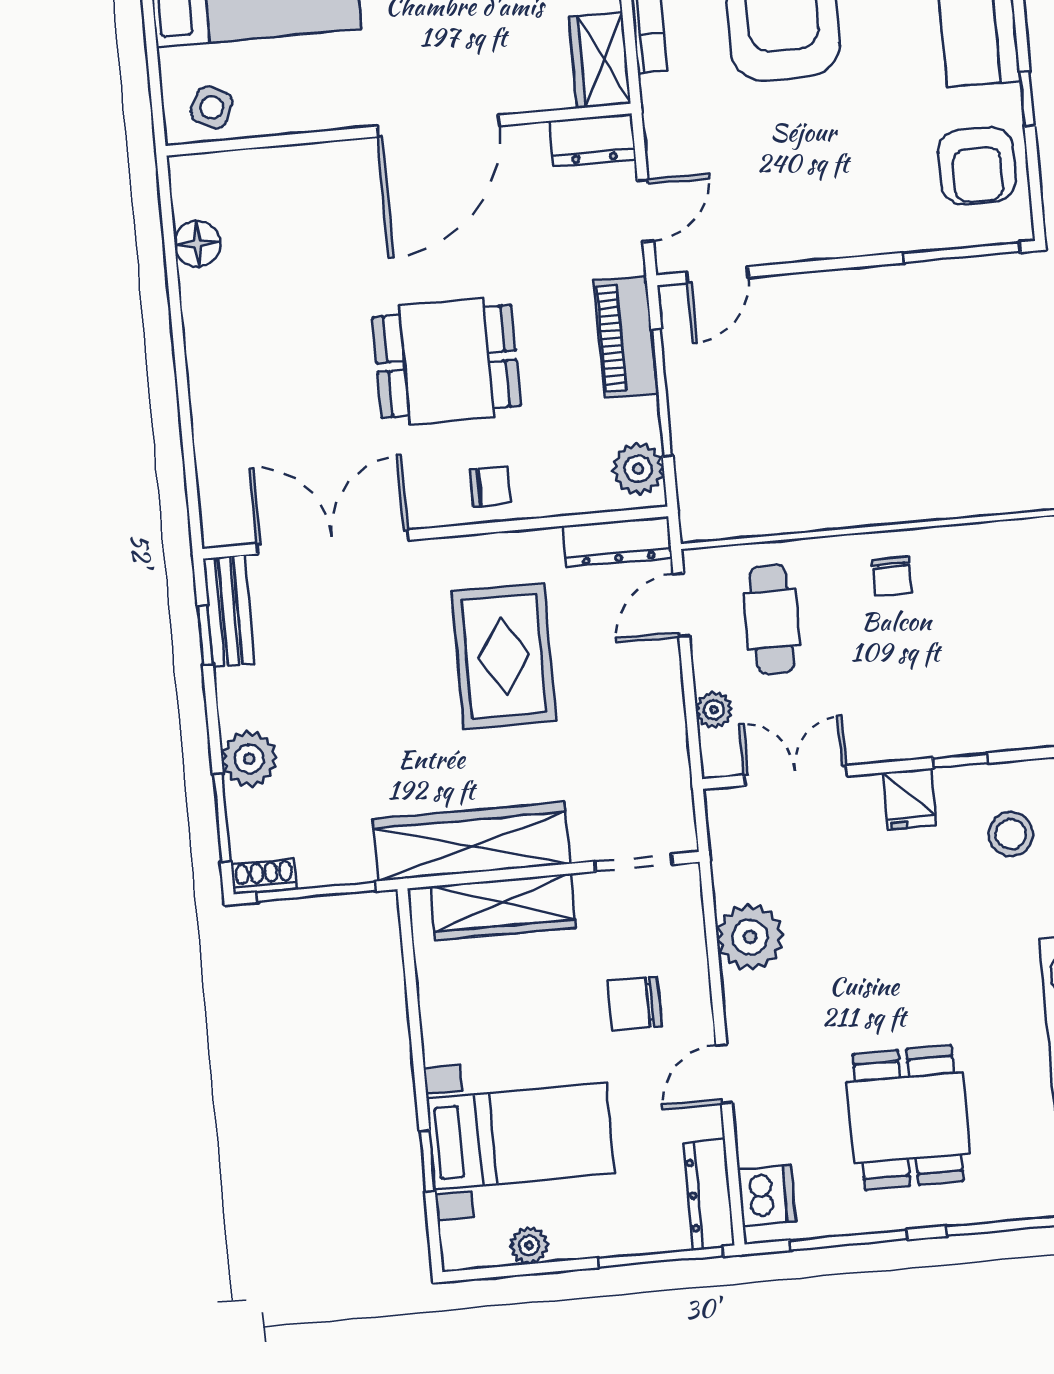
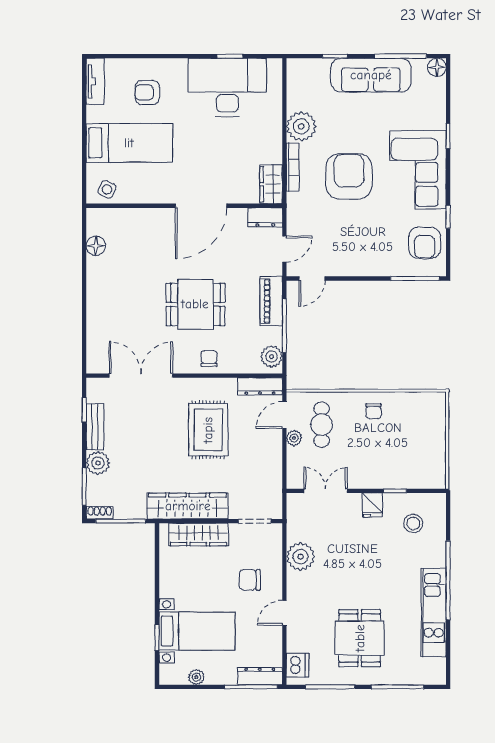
chair: (490, 487) -> (209, 358), turned -90
bench: (229, 611) -> (95, 427), moved
plant: (714, 710) -> (294, 438), moved
dresser: (709, 1194) -> (260, 676), moved, turned 90

